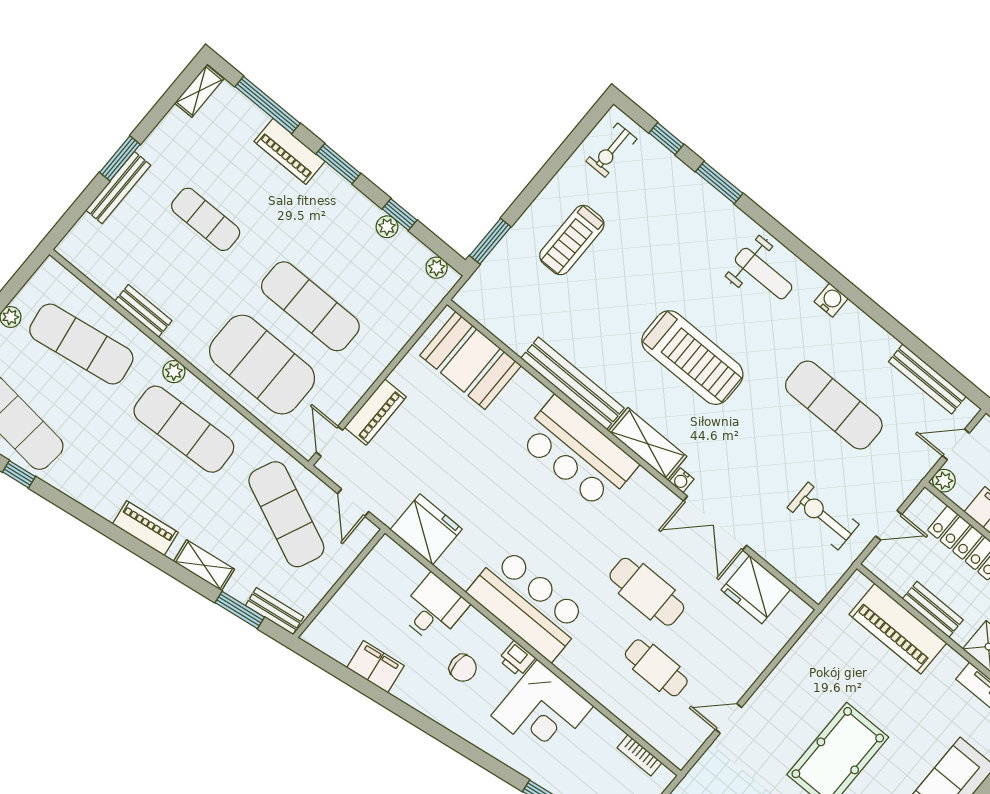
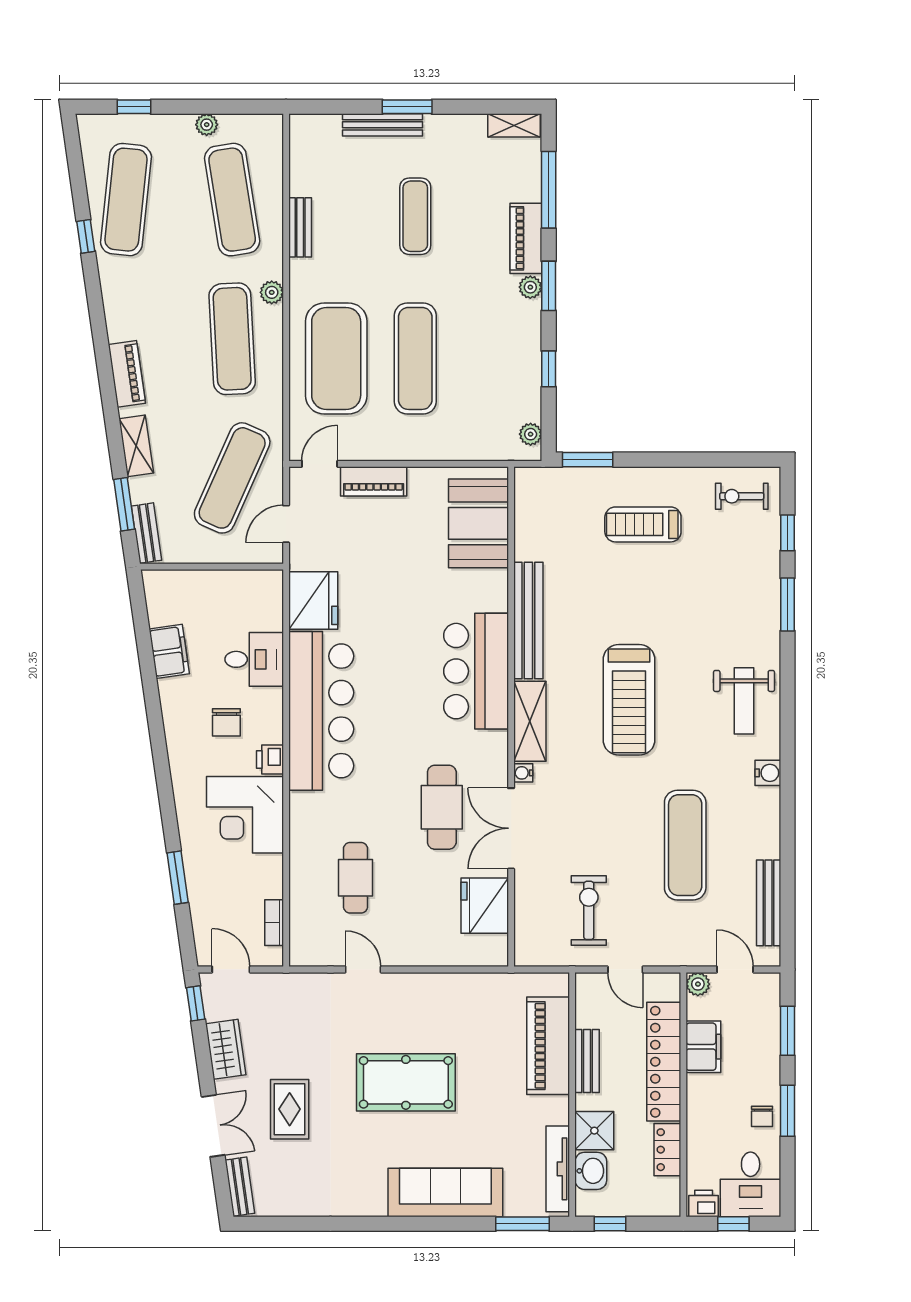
plant: (387, 227) -> (530, 287), moved
cafe table: (647, 592) -> (442, 807), moved
bar counter: (528, 604) -> (321, 711), width x1.36

